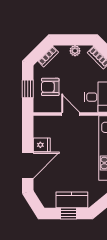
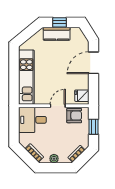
armchair: (50, 87) -> (74, 116), moved
door: (71, 114) -> (58, 106), swing flipped
fridge: (42, 145) -> (82, 96), moved

